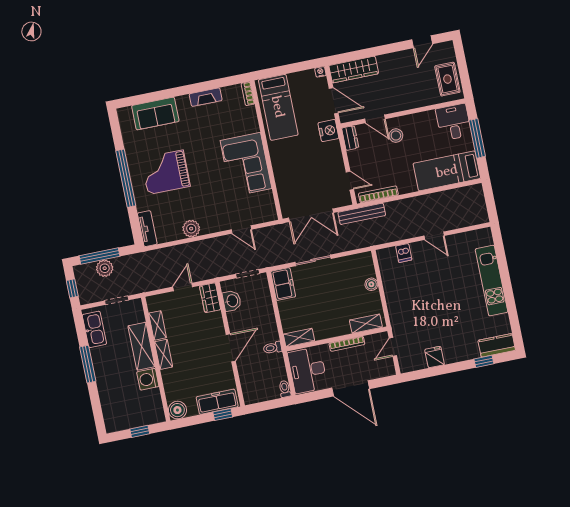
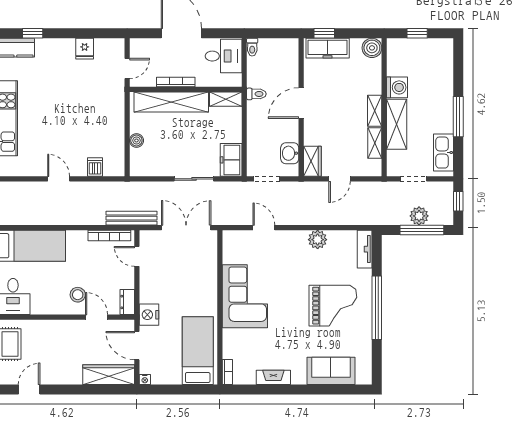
shelving: (366, 324) -> (171, 102), width x2.20, depth x1.33
desk: (308, 370) -> (224, 56), width x0.73

